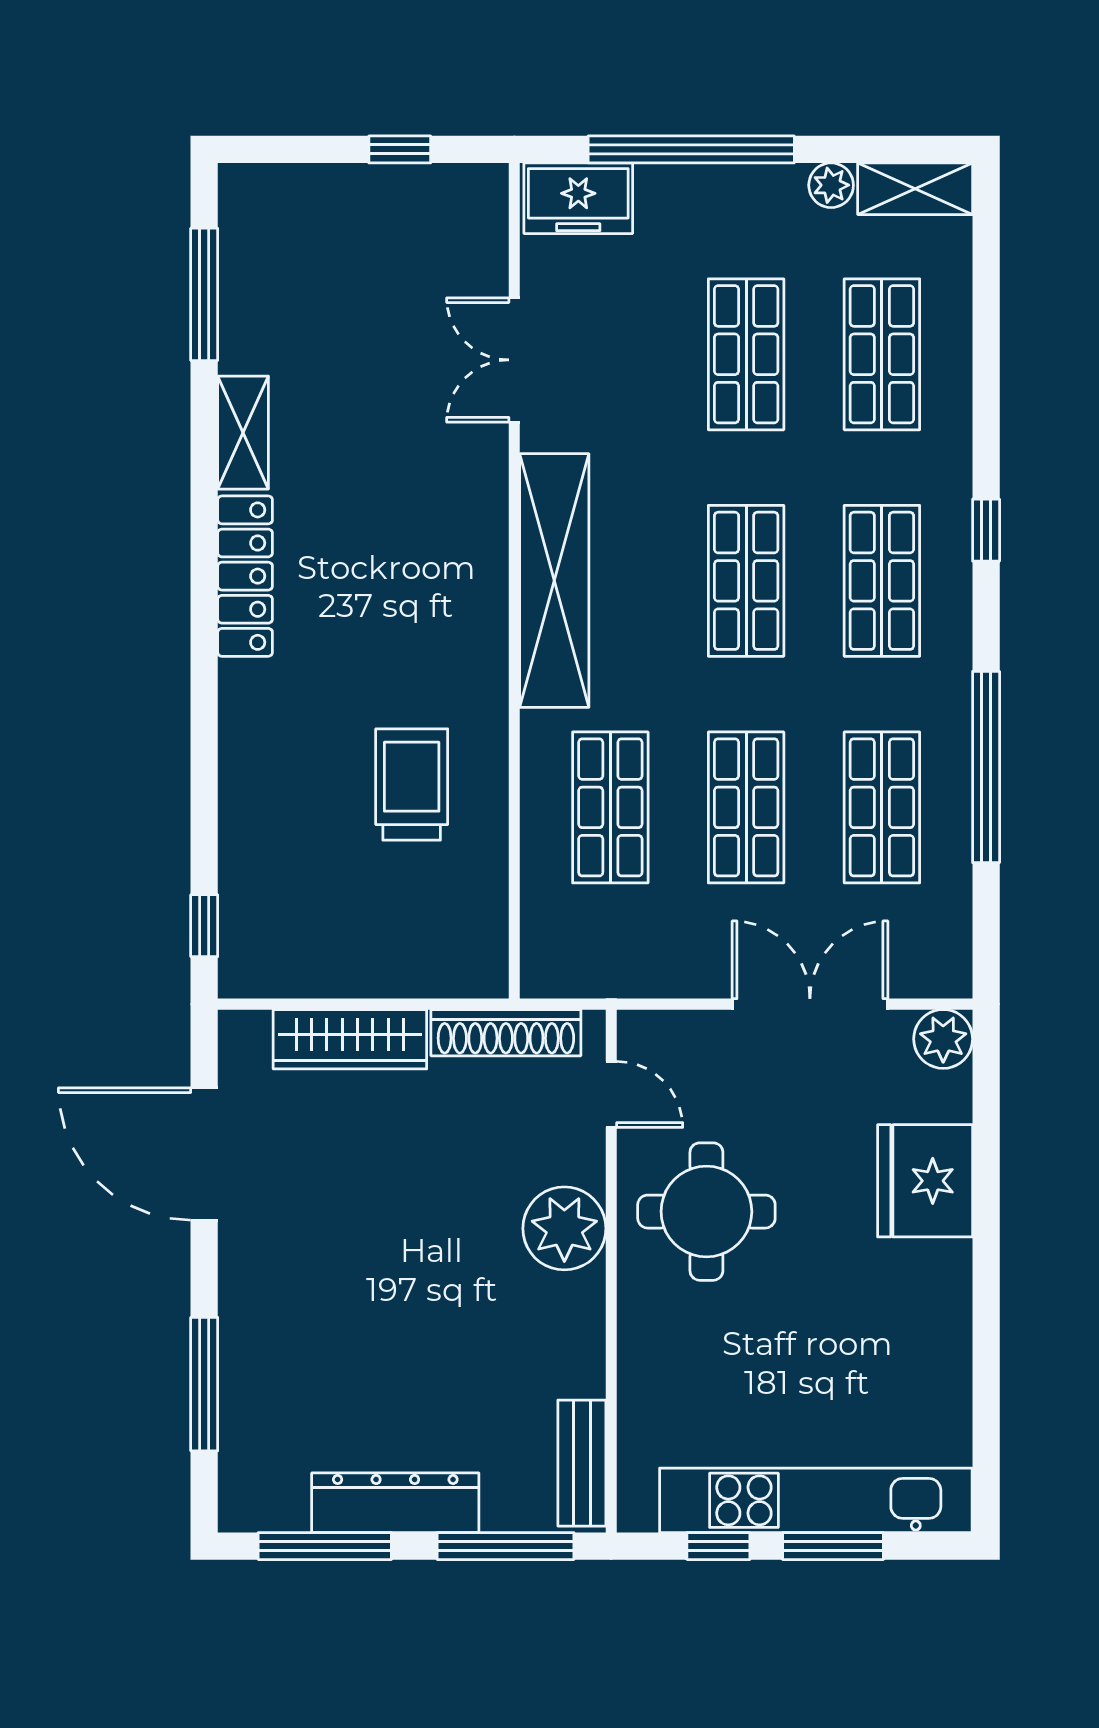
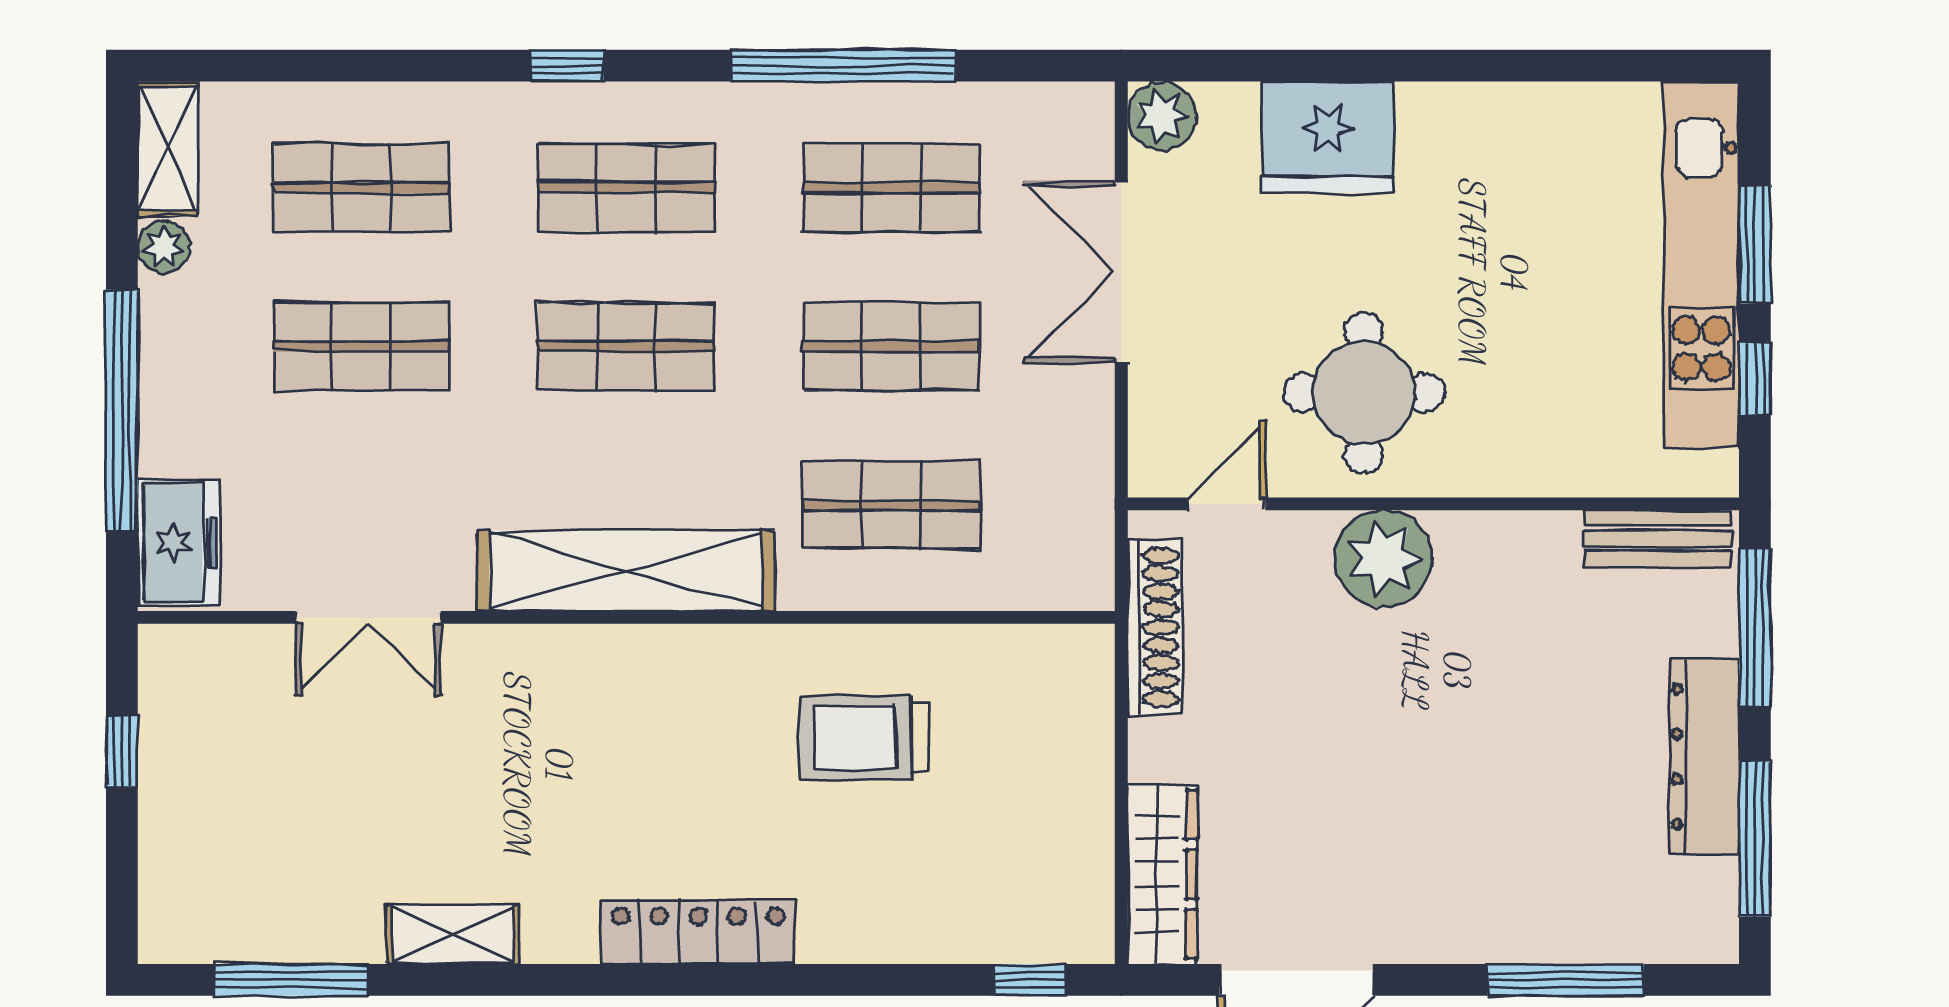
locker: (245, 576) -> (698, 932), moved
wardrobe: (350, 1039) -> (1162, 874), moved

